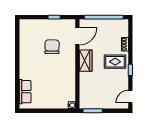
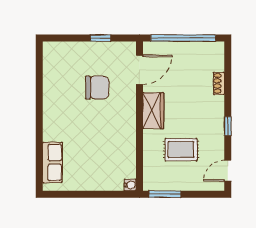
chair: (52, 47) -> (97, 88), turned 89
rug: (115, 62) -> (181, 150), moved

